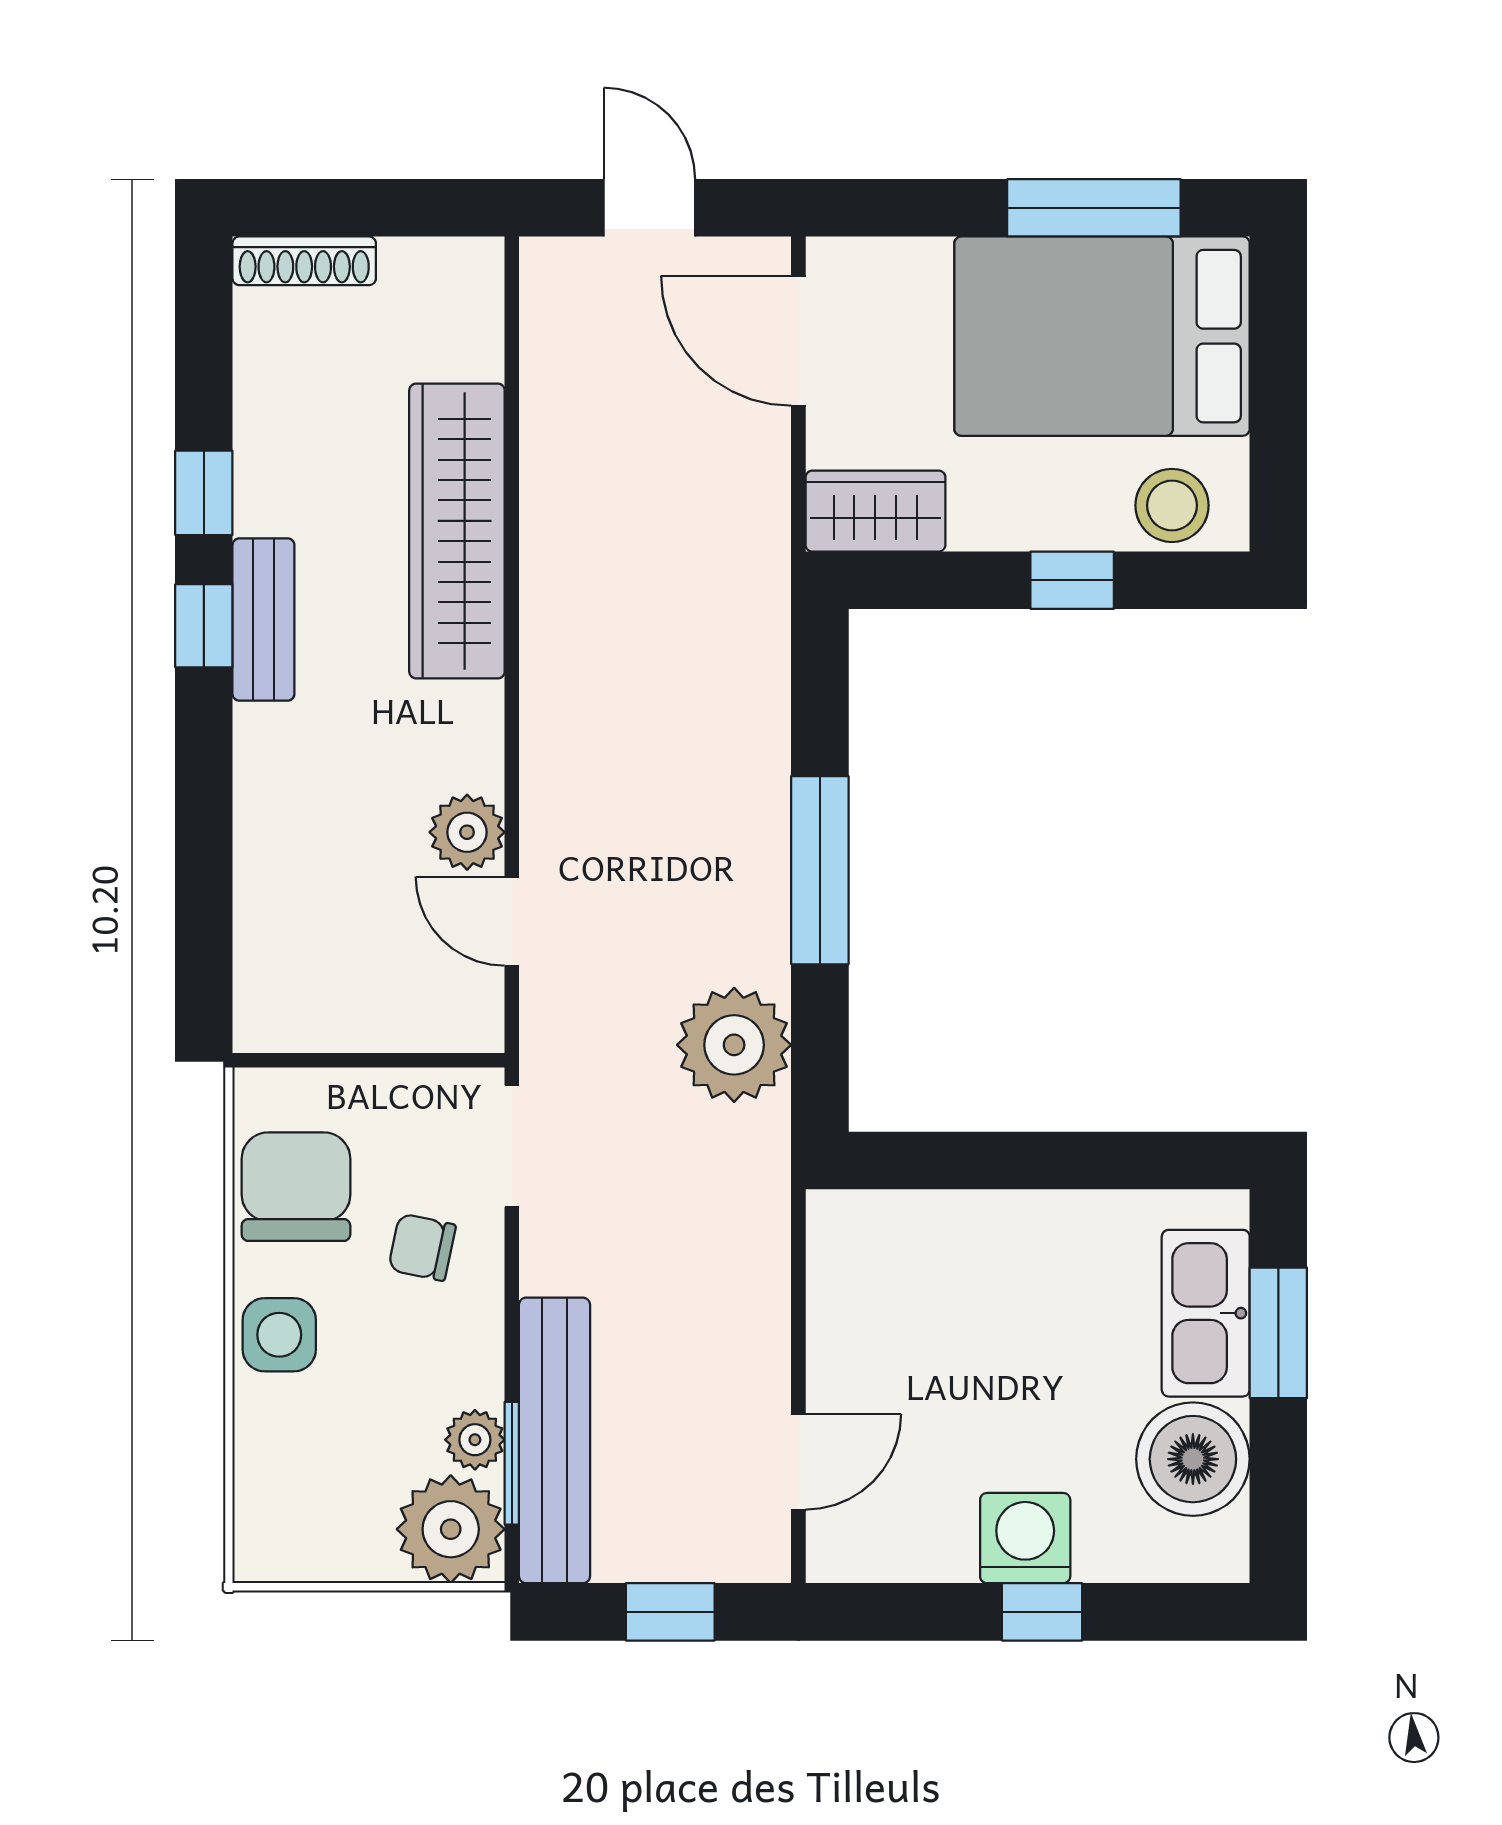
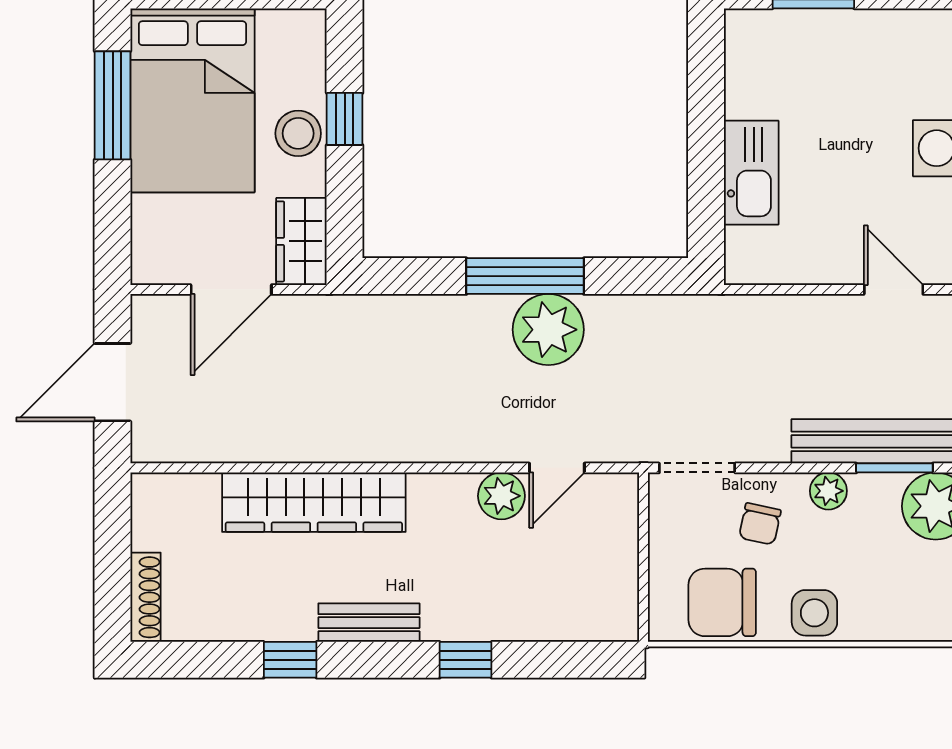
door: (649, 208) -> (113, 382), width x1.38
door: (798, 341) -> (231, 289), moved
stool: (1172, 505) -> (298, 133), moved
window: (204, 626) -> (466, 660), moved
plant: (734, 1045) -> (548, 330), moved
kitchen sink: (1206, 1313) -> (751, 173), moved, turned -90
plant: (475, 1440) -> (828, 491), moved
boiler: (1193, 1459) -> (892, 44), removed

